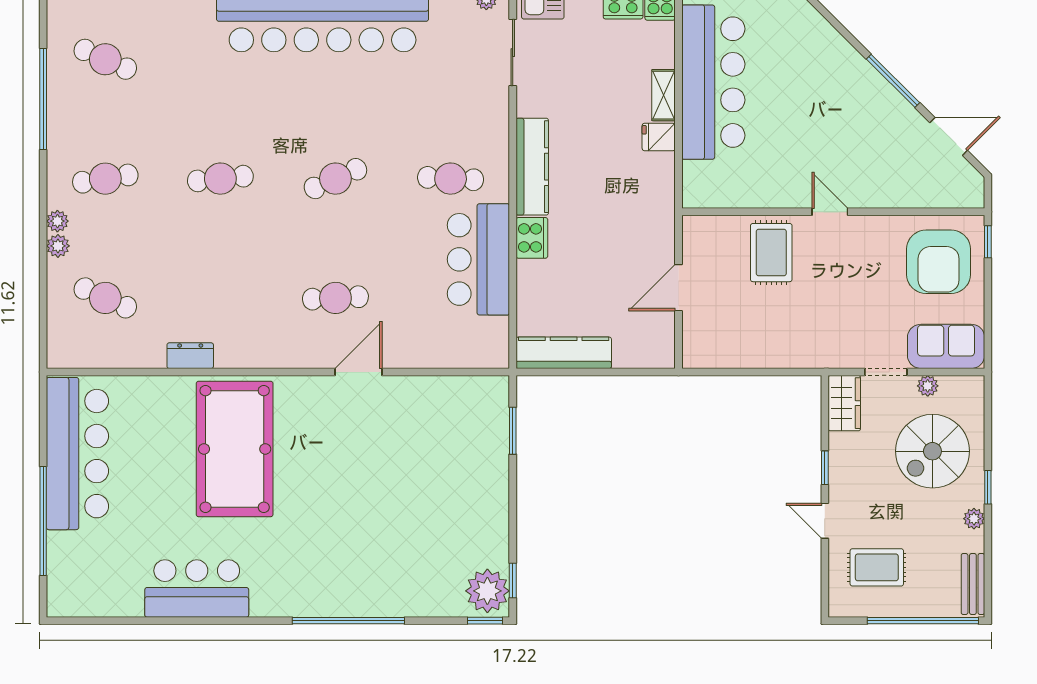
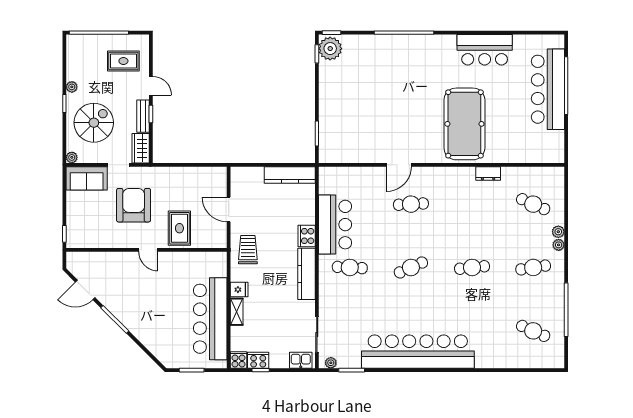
trolley: (642, 212) -> (248, 250), added
armchair: (939, 262) -> (134, 205), moved
door: (678, 288) -> (229, 210), swing flipped
plant: (928, 386) -> (72, 157), moved
bar counter: (77, 454) -> (548, 89), moved
bench: (973, 584) -> (143, 116), moved

